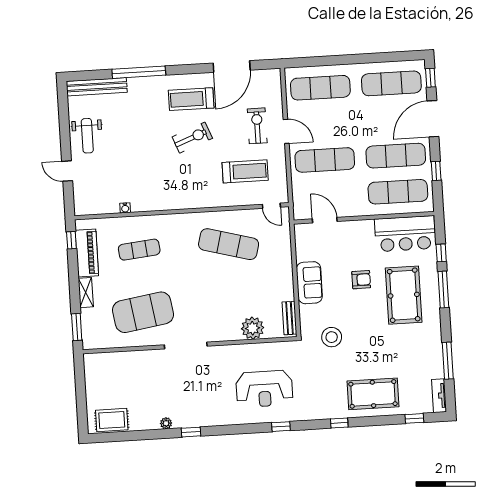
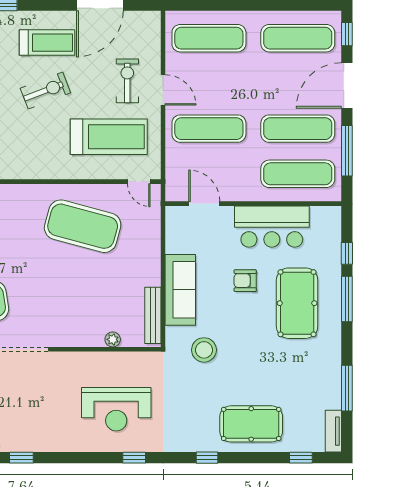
treadmill: (191, 99) -> (47, 43), turned 180
treadmill: (245, 171) -> (109, 137), width x1.37, depth x1.38
window: (436, 171) -> (347, 151), width x2.17
bar counter: (405, 234) -> (272, 227), moved
exercise mat: (229, 244) -> (83, 226), width x1.47
armchair: (361, 280) -> (245, 281), turned 180
sofa: (309, 283) -> (180, 290), width x1.36
bench: (289, 318) -> (153, 315), width x1.36
plant: (253, 328) -> (113, 339), width x0.53, depth x0.53

